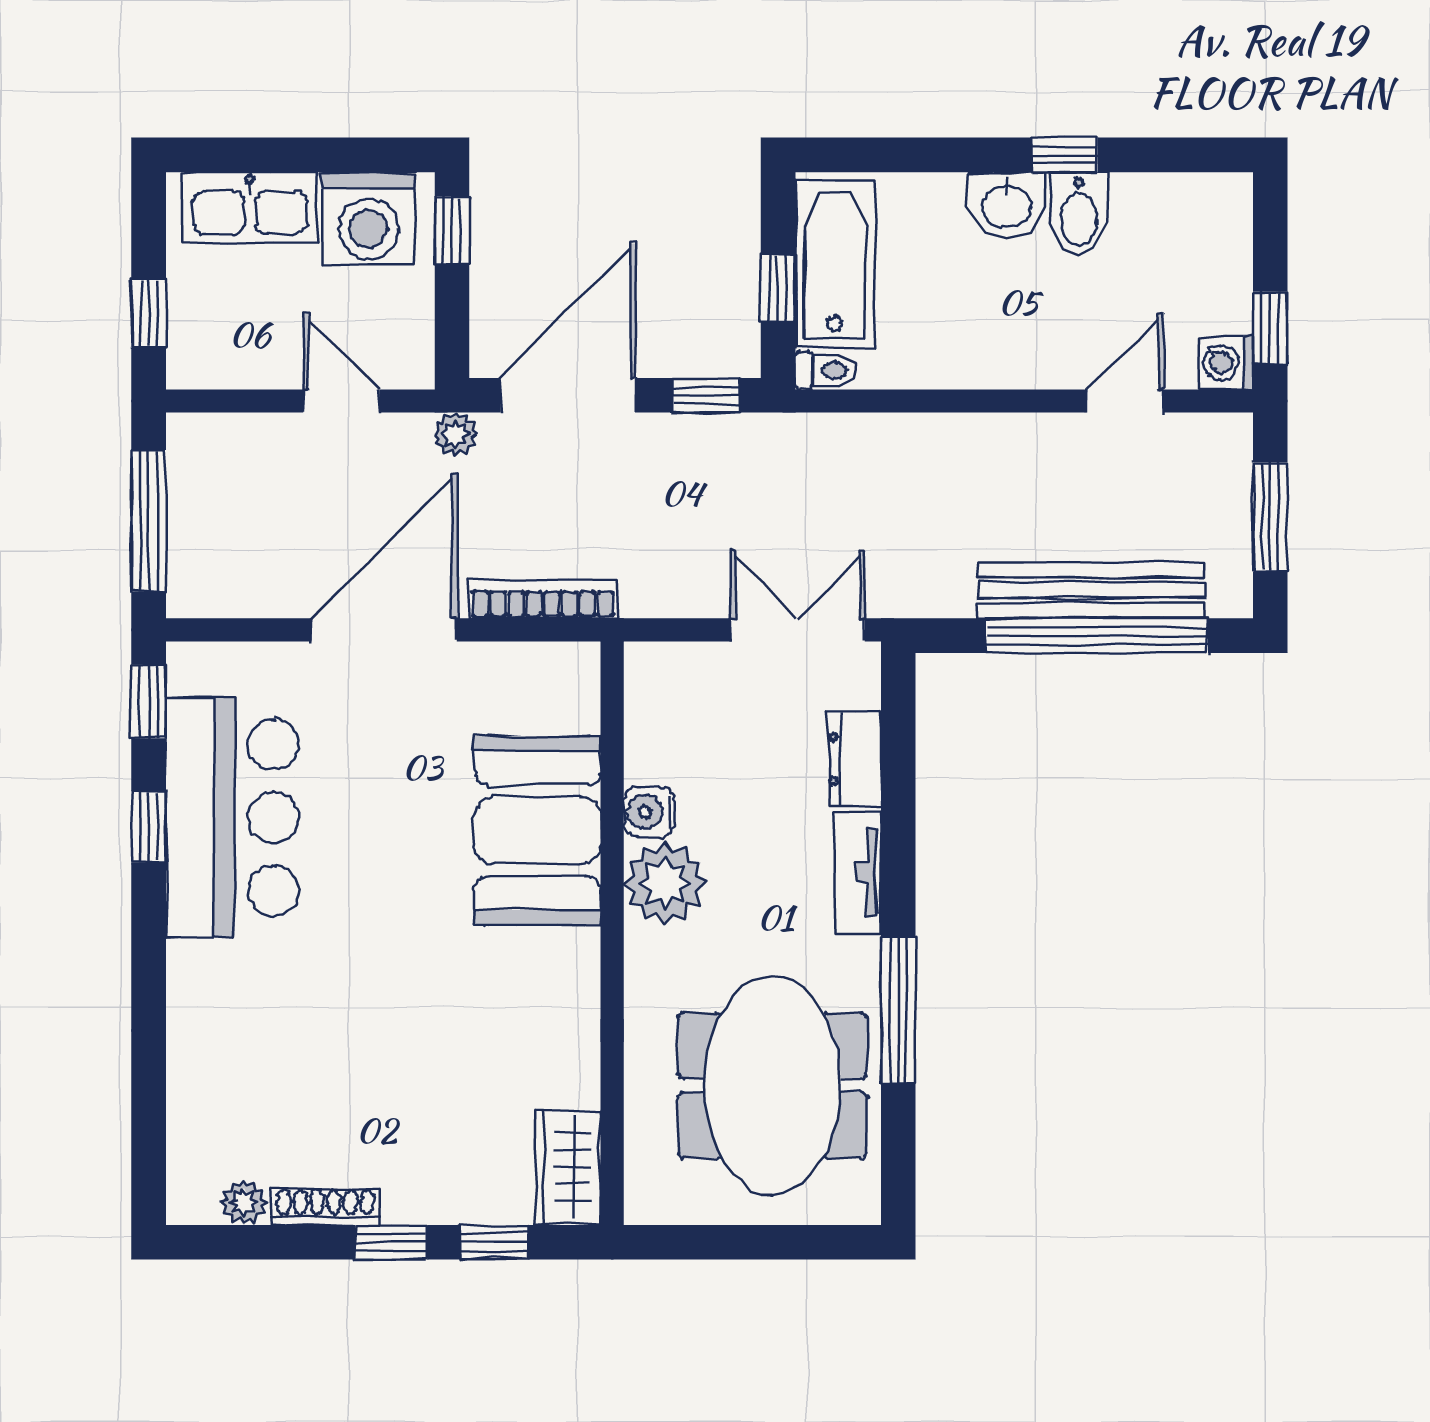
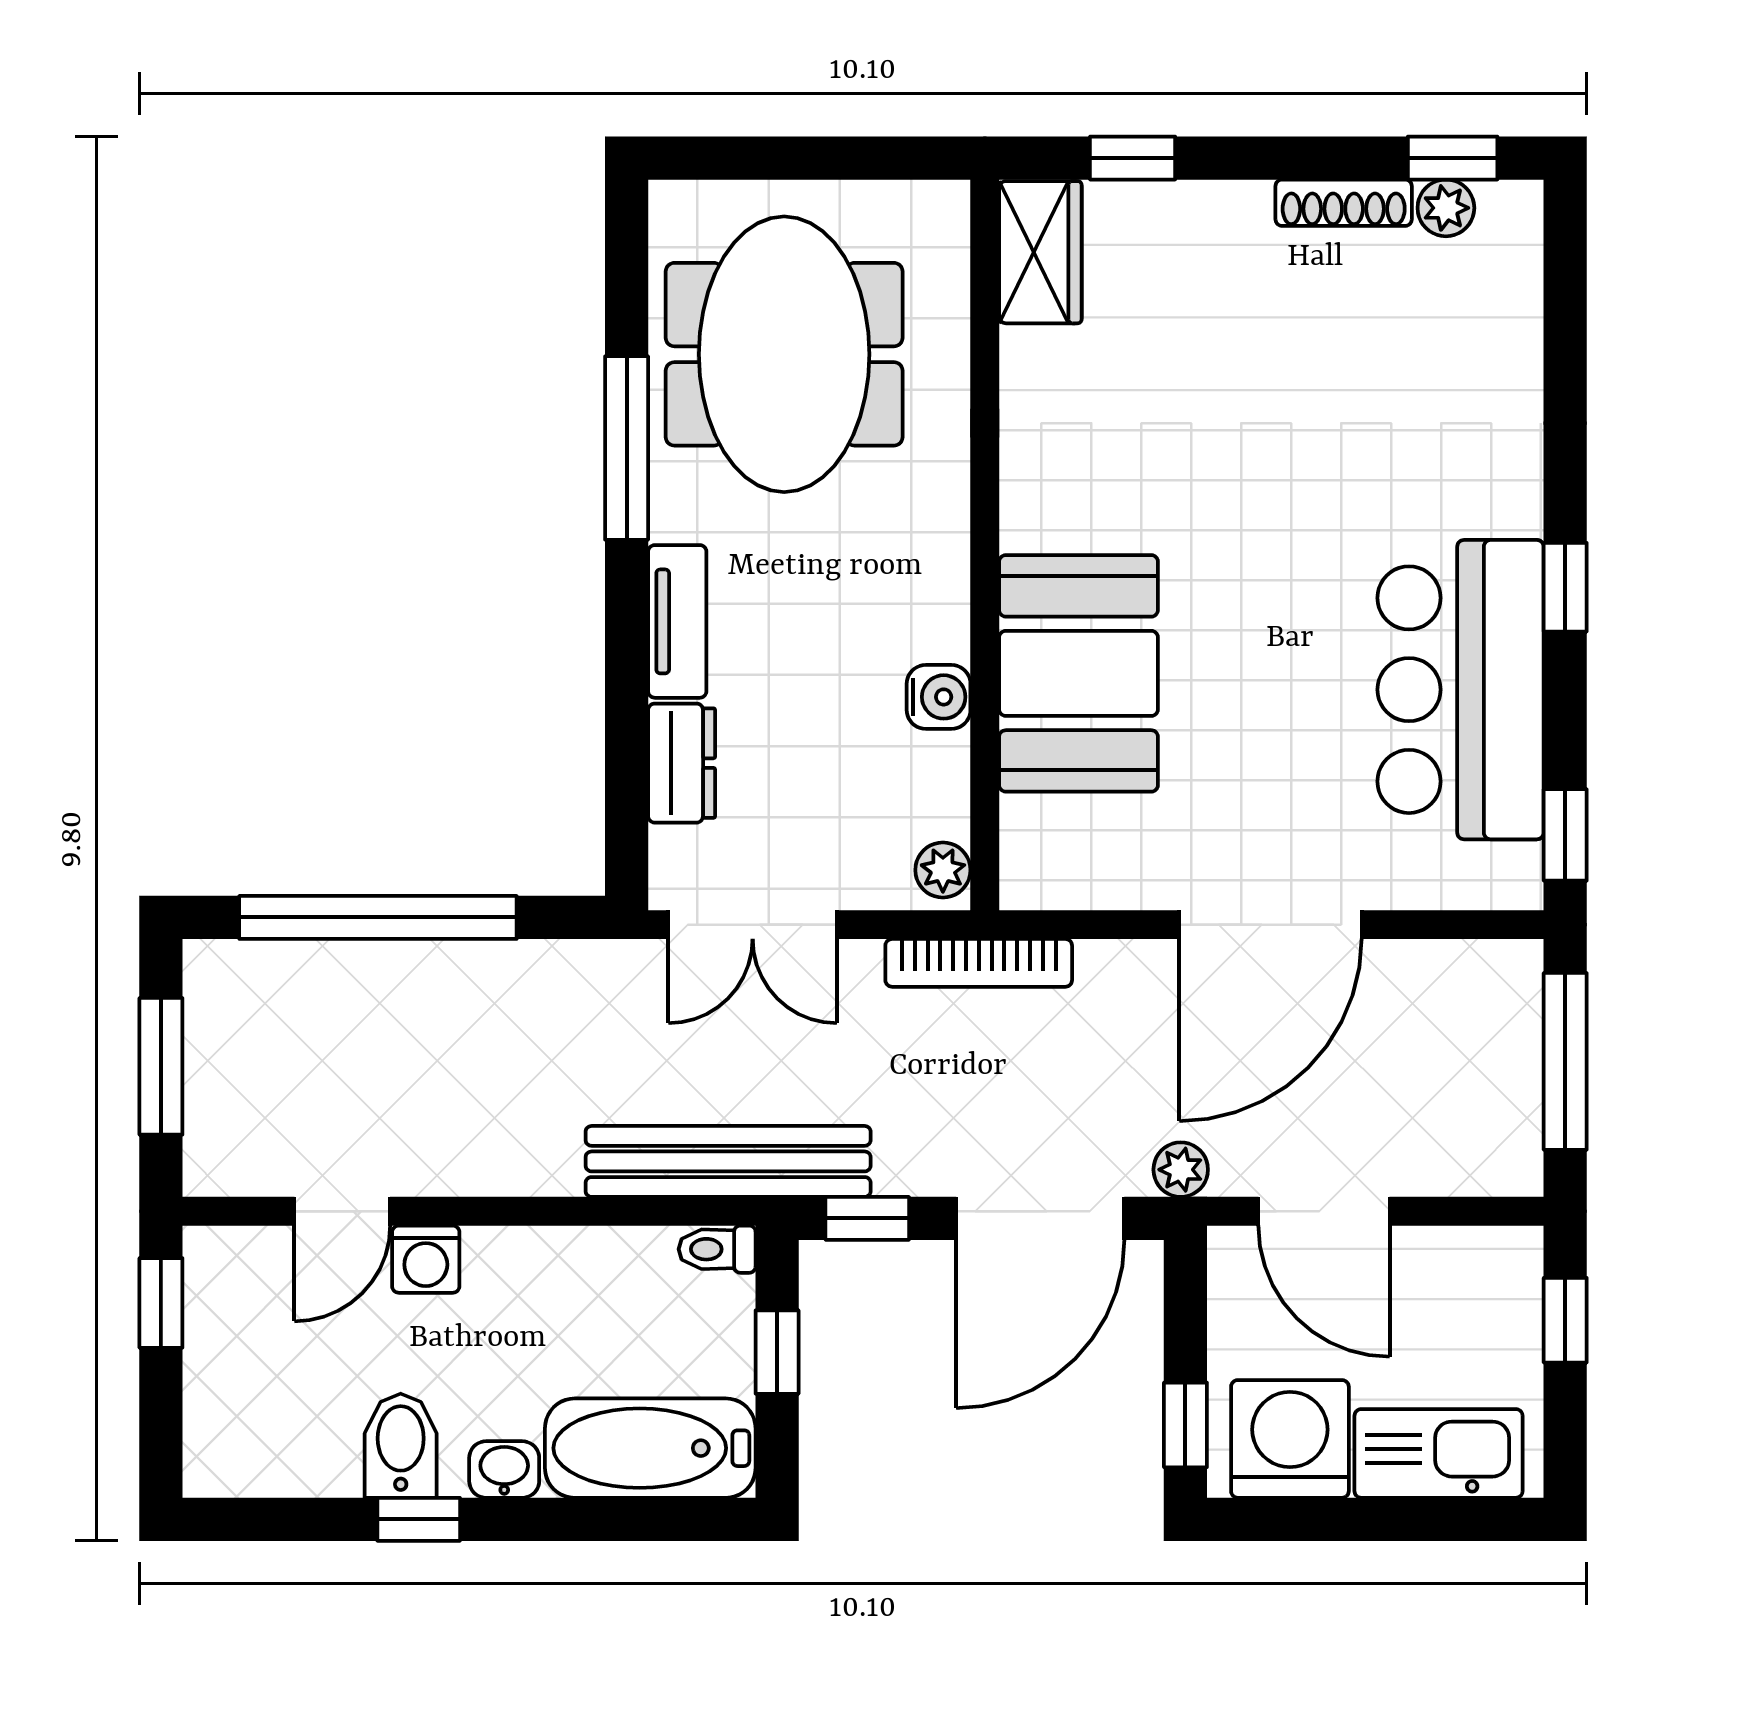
washbasin: (1007, 205) -> (504, 1469), width x0.72, depth x0.69
bathtub: (835, 263) -> (650, 1448), moved, turned 90
washing machine: (1226, 363) -> (426, 1259), moved, turned 90
door: (341, 401) -> (1324, 1211), width x1.38
bench: (1091, 590) -> (728, 1161), moved
bookcase: (543, 599) -> (979, 963), moved
window: (149, 827) -> (1565, 587), moved
plant: (665, 883) -> (943, 870), moved, width x0.53, depth x0.53
window: (391, 1242) -> (1453, 158), moved

